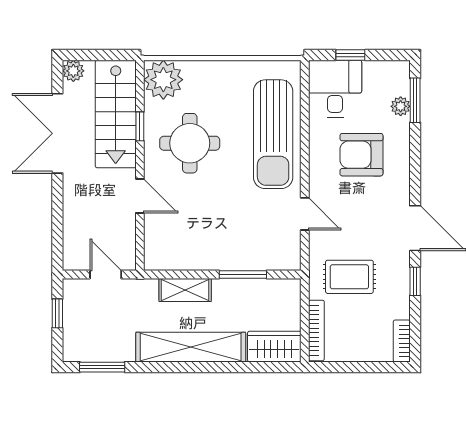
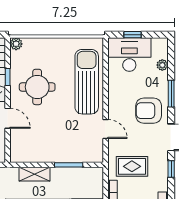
plant: (163, 80) -> (16, 44), width x0.53, depth x0.53
desk: (335, 89) -> (129, 55), width x1.37
window: (415, 100) -> (171, 94), moved
sun lounger: (273, 134) -> (87, 82), turned 180
armchair: (361, 155) -> (149, 111), moved

